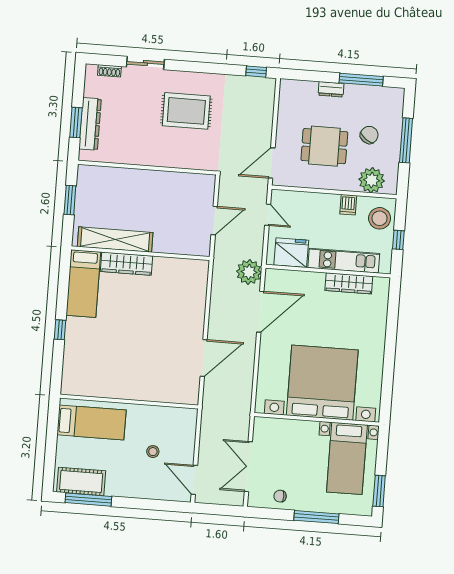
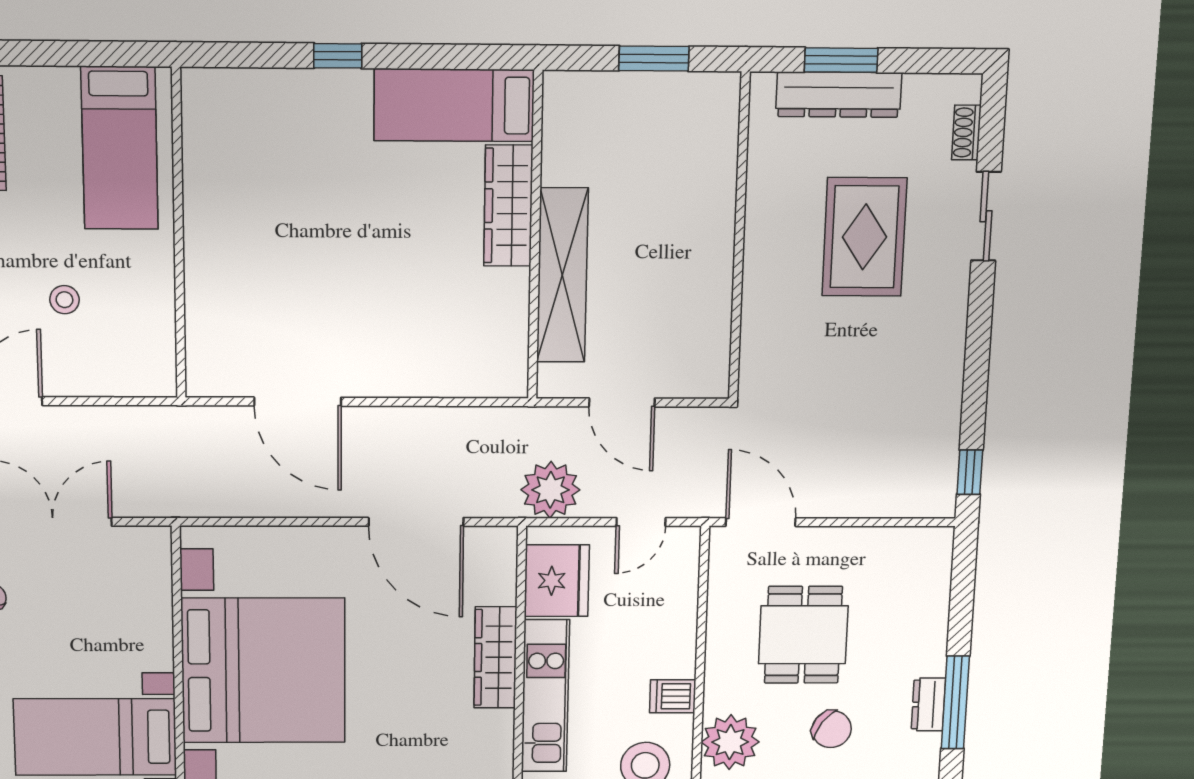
dresser: (331, 89) -> (928, 704), moved
rug: (186, 111) -> (864, 237), moved
shelving: (115, 240) -> (562, 275), moved
plant: (249, 272) -> (550, 490), moved
wardrobe: (349, 283) -> (495, 657), moved

